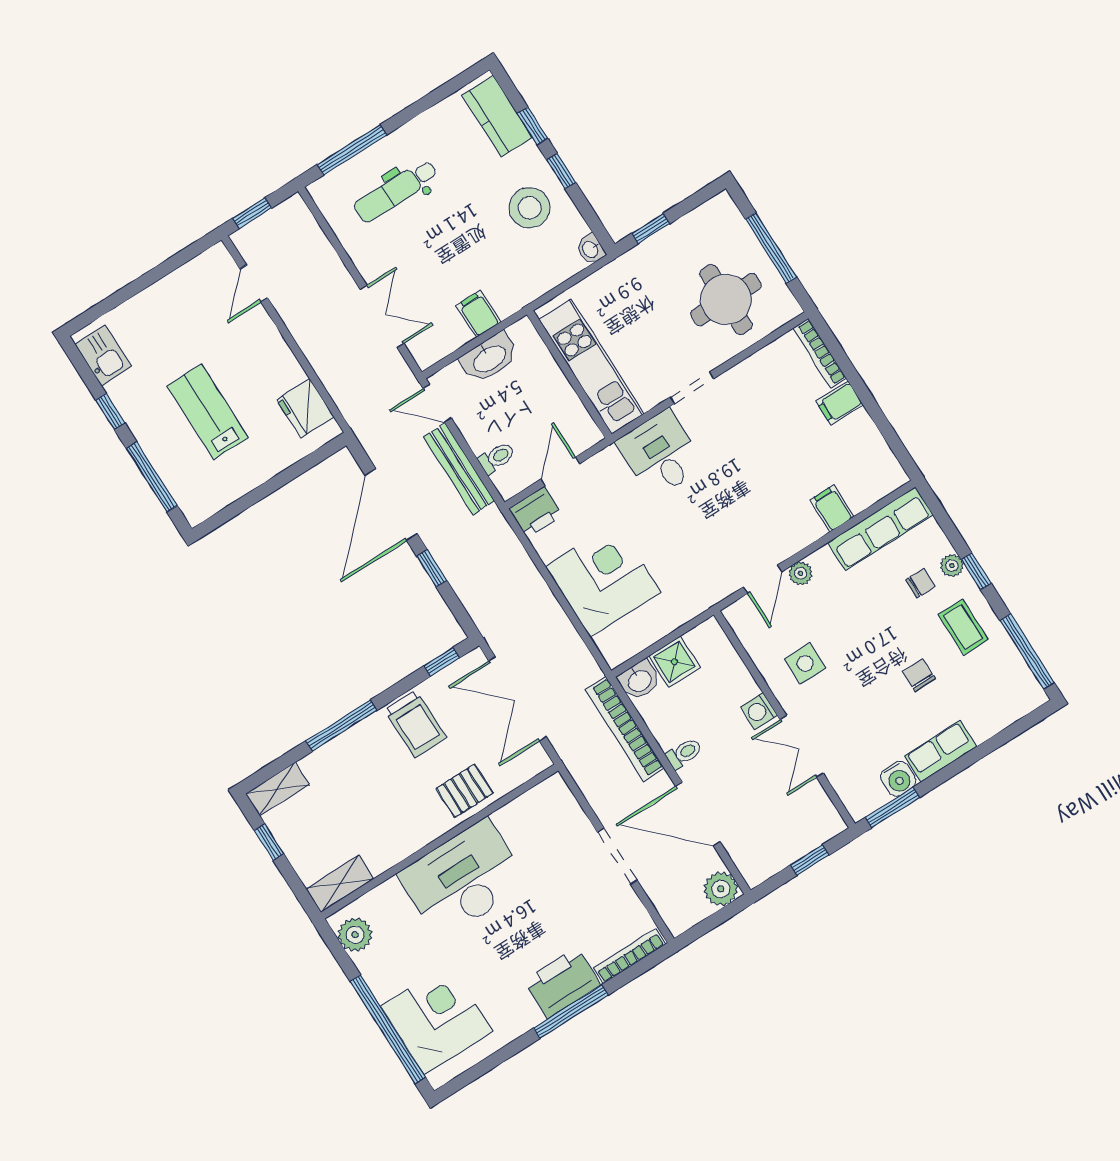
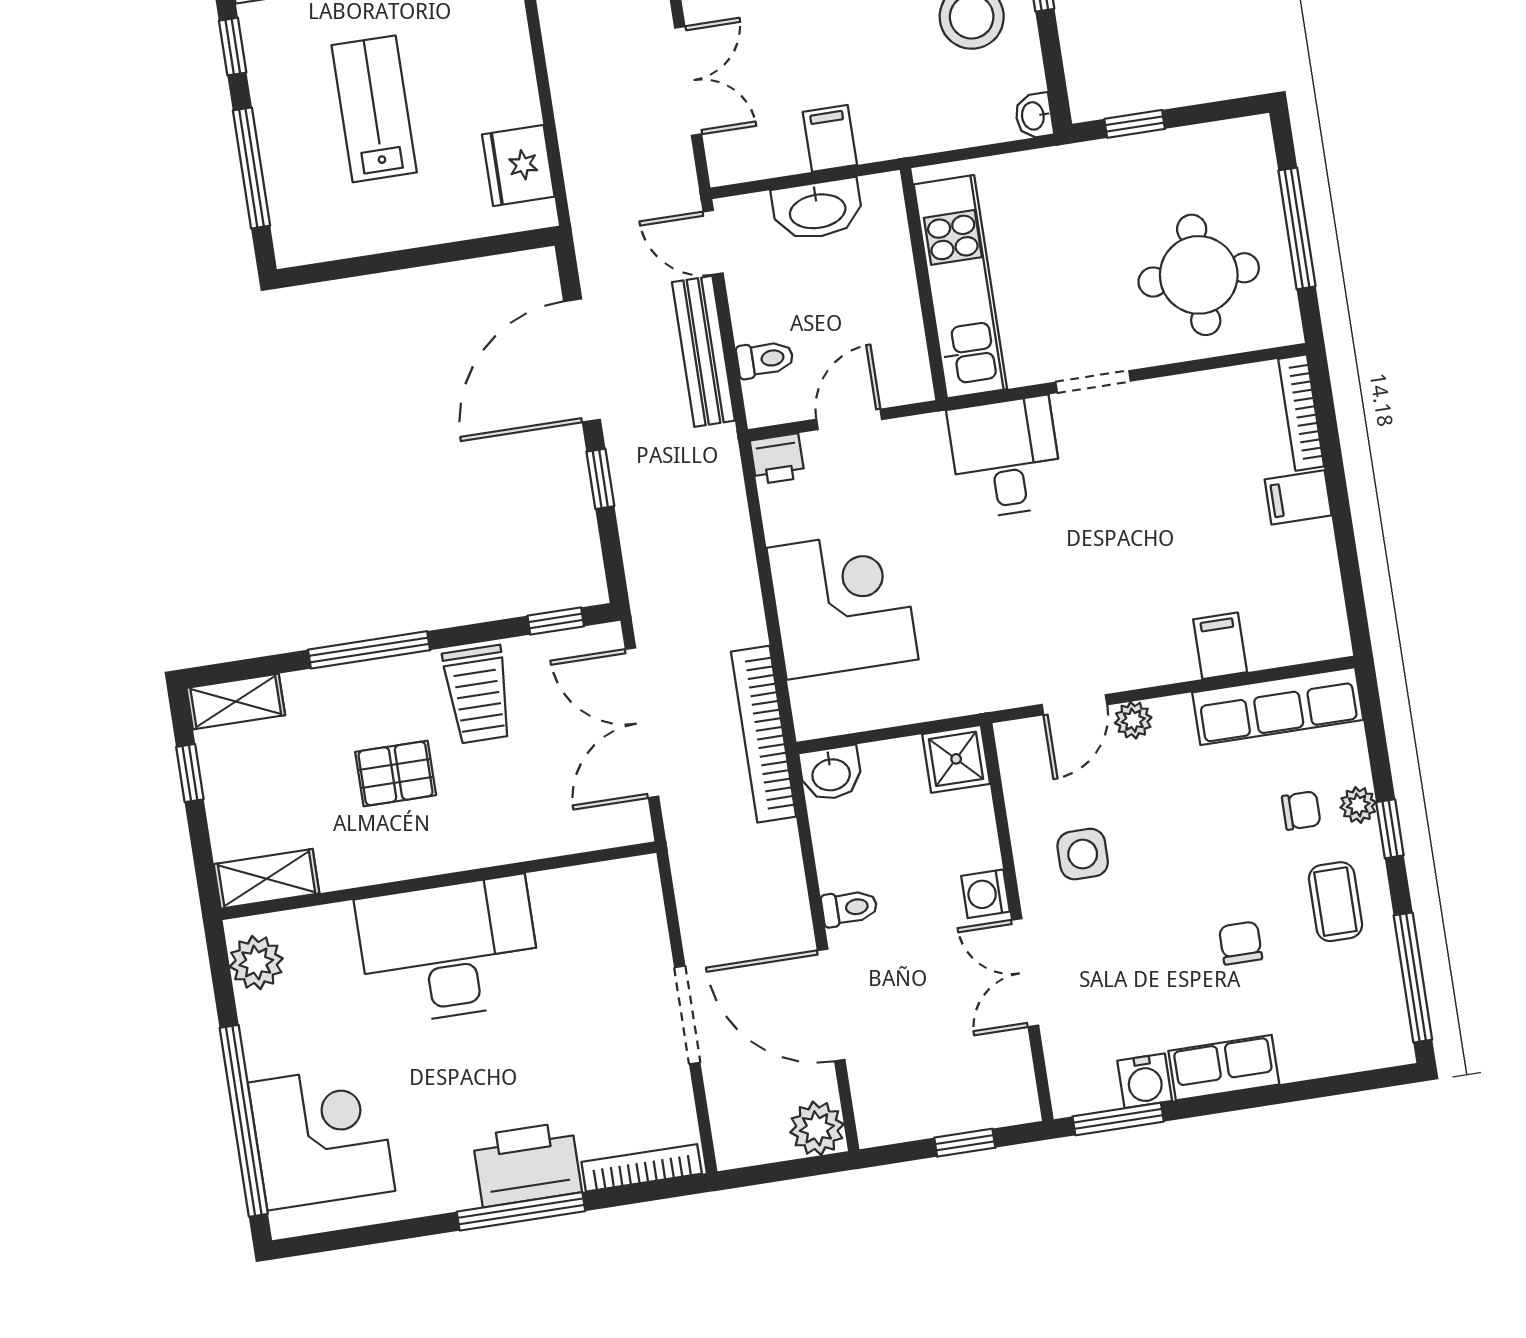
printer: (536, 512) -> (777, 459), width x0.73, depth x0.81
shower: (674, 662) -> (956, 759), moved
bookcase: (625, 729) -> (764, 734), moved
pallet: (465, 791) -> (396, 773), moved

